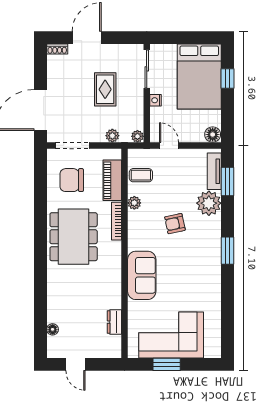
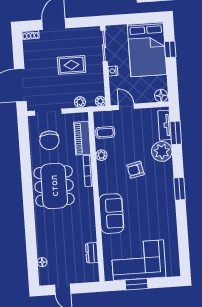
rug: (105, 89) -> (72, 65), turned 90
chair: (72, 180) -> (49, 140), turned -90

